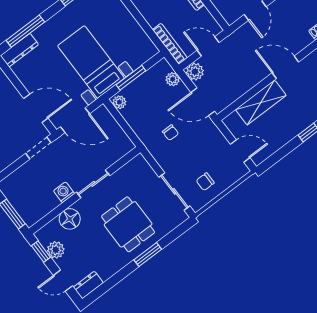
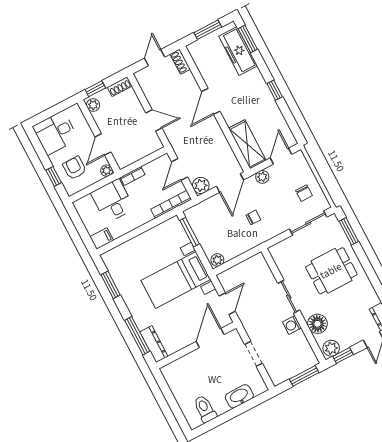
window: (131, 78) -> (190, 232), moved
plant: (173, 79) -> (262, 177), moved
shelving: (261, 103) -> (247, 144), moved
door: (75, 120) -> (227, 304), width x0.73
doorway: (38, 148) -> (253, 354), moved
plant: (56, 250) -> (331, 348), moved
window: (148, 255) -> (349, 231), moved

